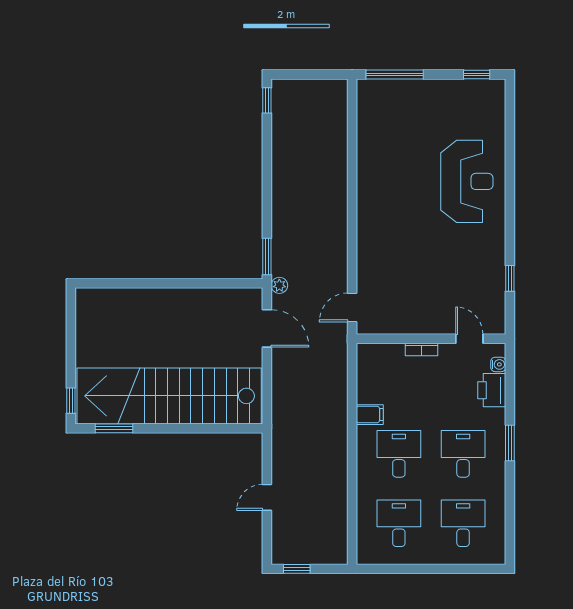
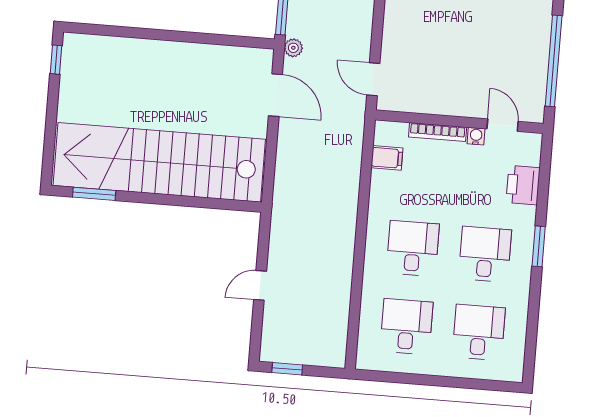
window: (510, 278) -> (554, 61), width x3.17
door: (352, 307) -> (373, 79), hinge flipped
bookcase: (422, 349) -> (438, 132), width x1.56
water cooler: (498, 364) -> (476, 136), moved, turned -90
window: (71, 401) -> (56, 60), moved
filing cabinet: (370, 415) -> (387, 158), moved

